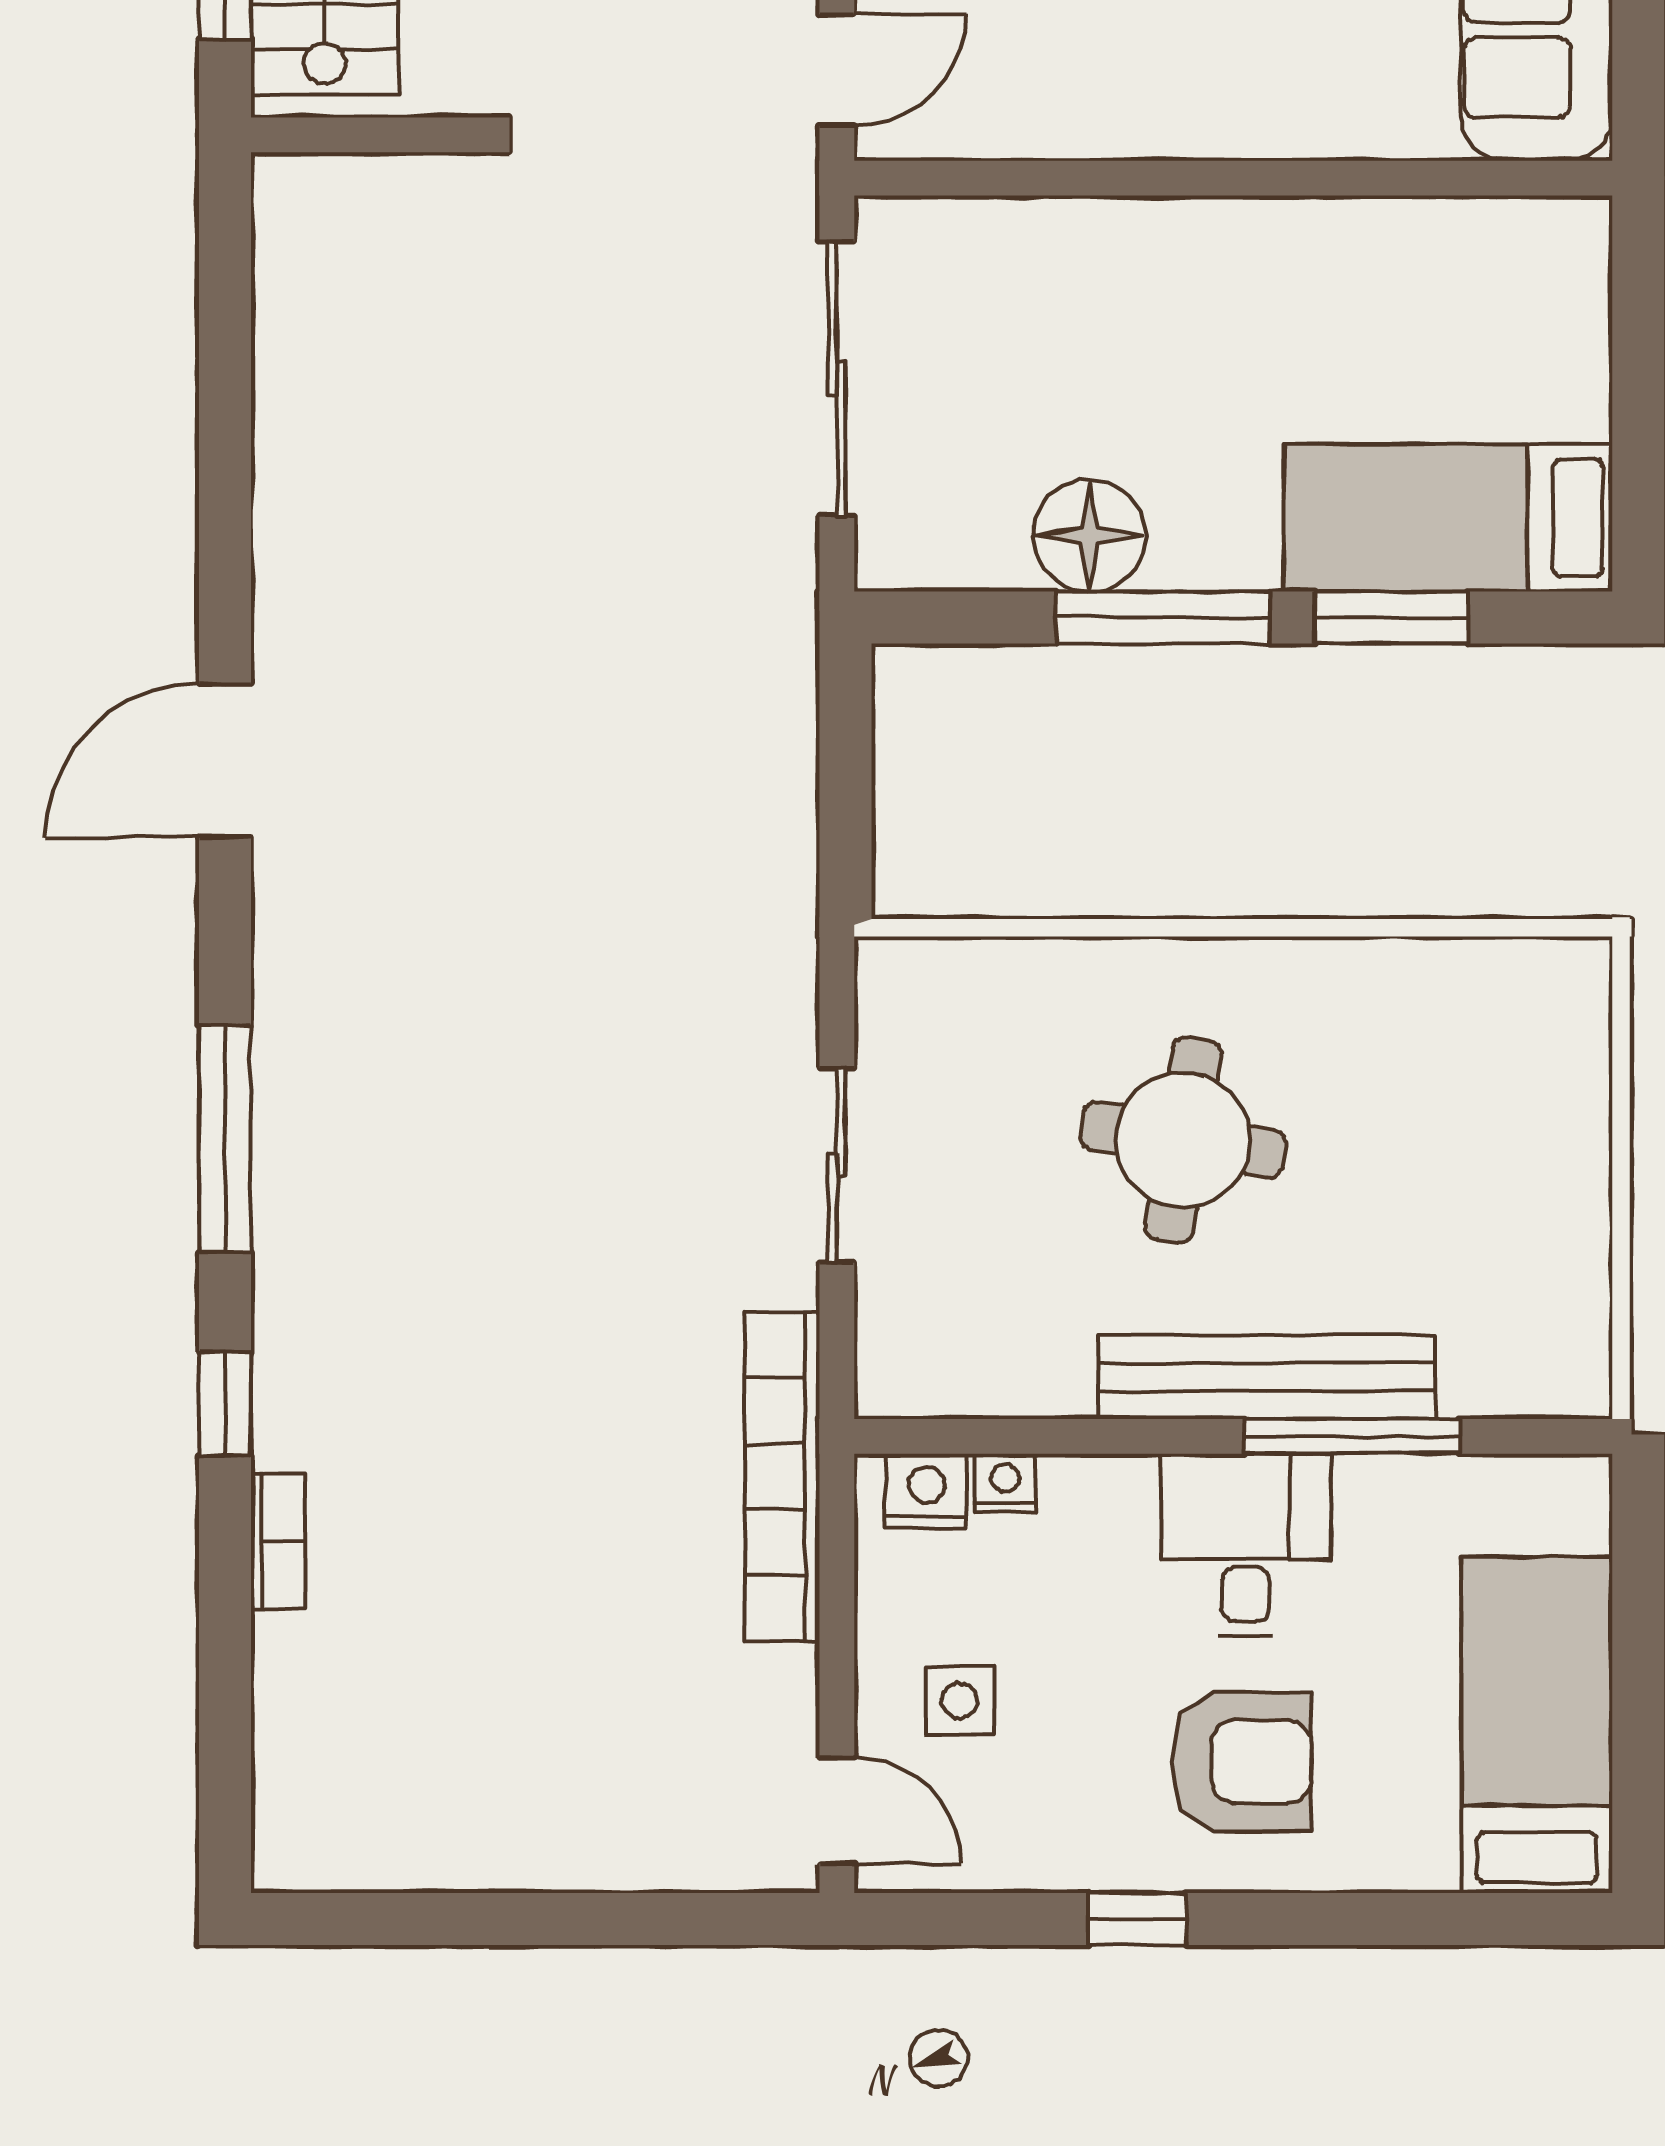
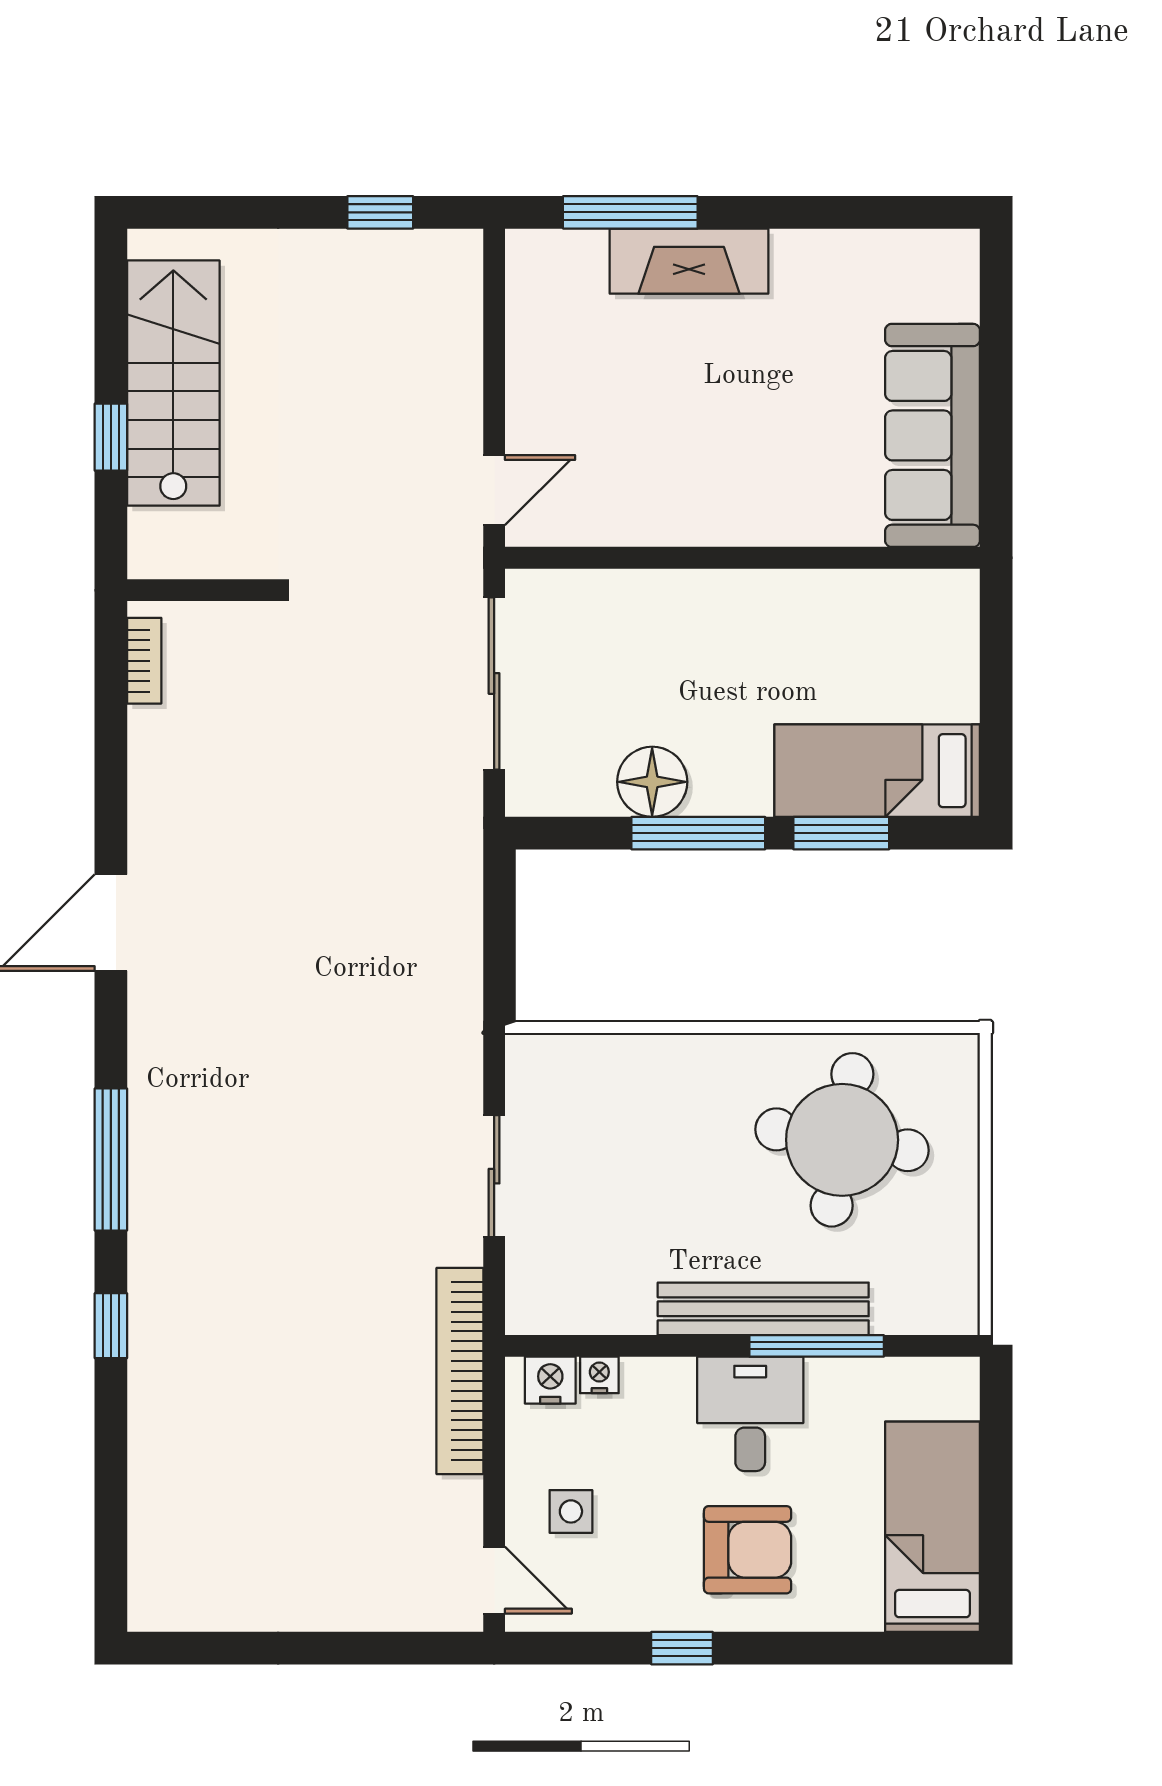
wall: (363, 135) -> (197, 590), moved
round table: (1183, 1140) -> (842, 1140), moved, width x1.36, depth x1.36
bookcase: (278, 1541) -> (144, 661), moved

